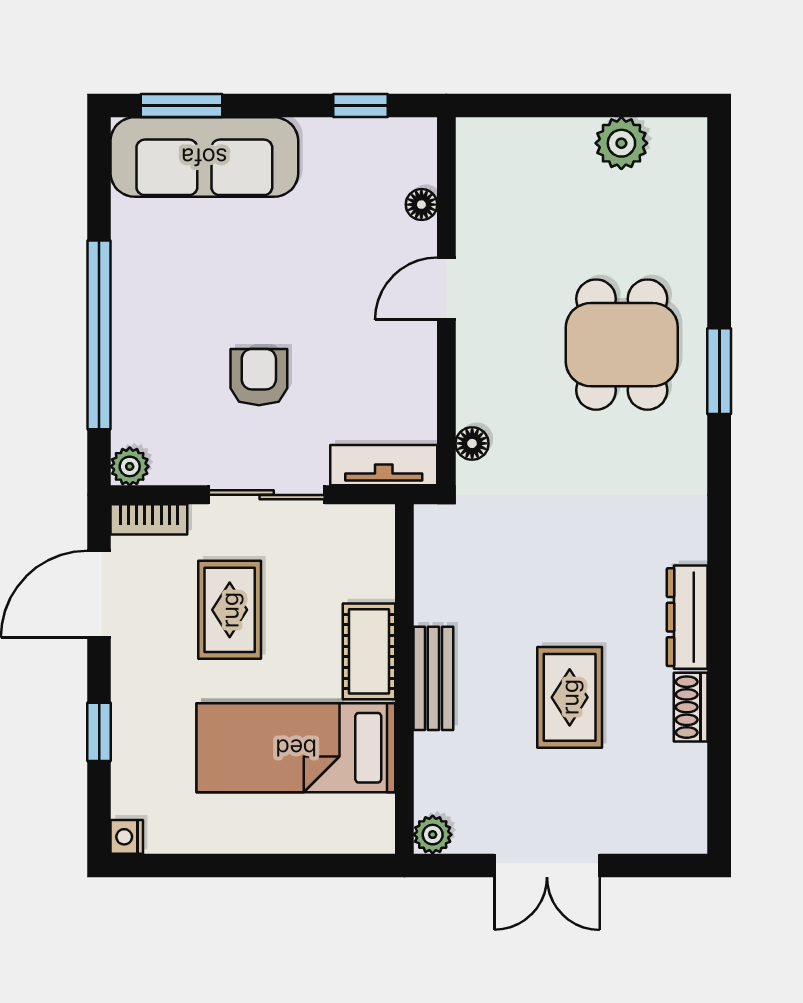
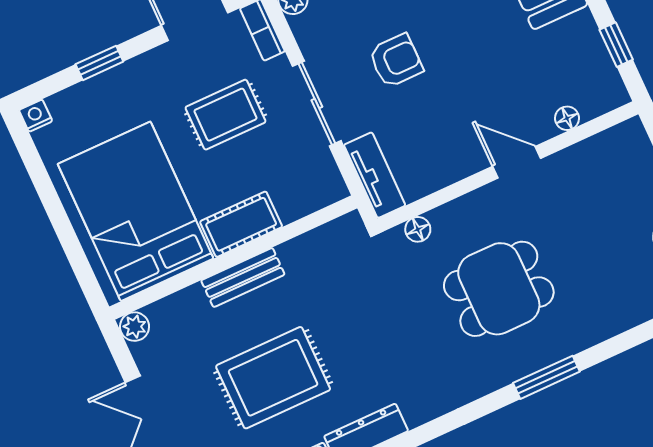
dining table: (622, 345) -> (499, 289), moved
rug: (570, 697) -> (273, 378), width x1.36, depth x1.43
bed: (296, 748) -> (136, 211), width x1.50

